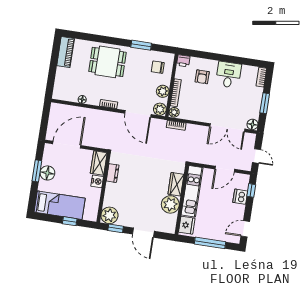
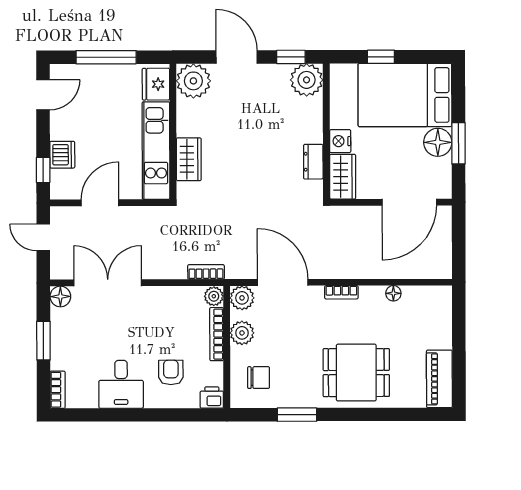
plant: (170, 204) -> (193, 81), moved
bed: (60, 205) -> (405, 95), width x1.50

